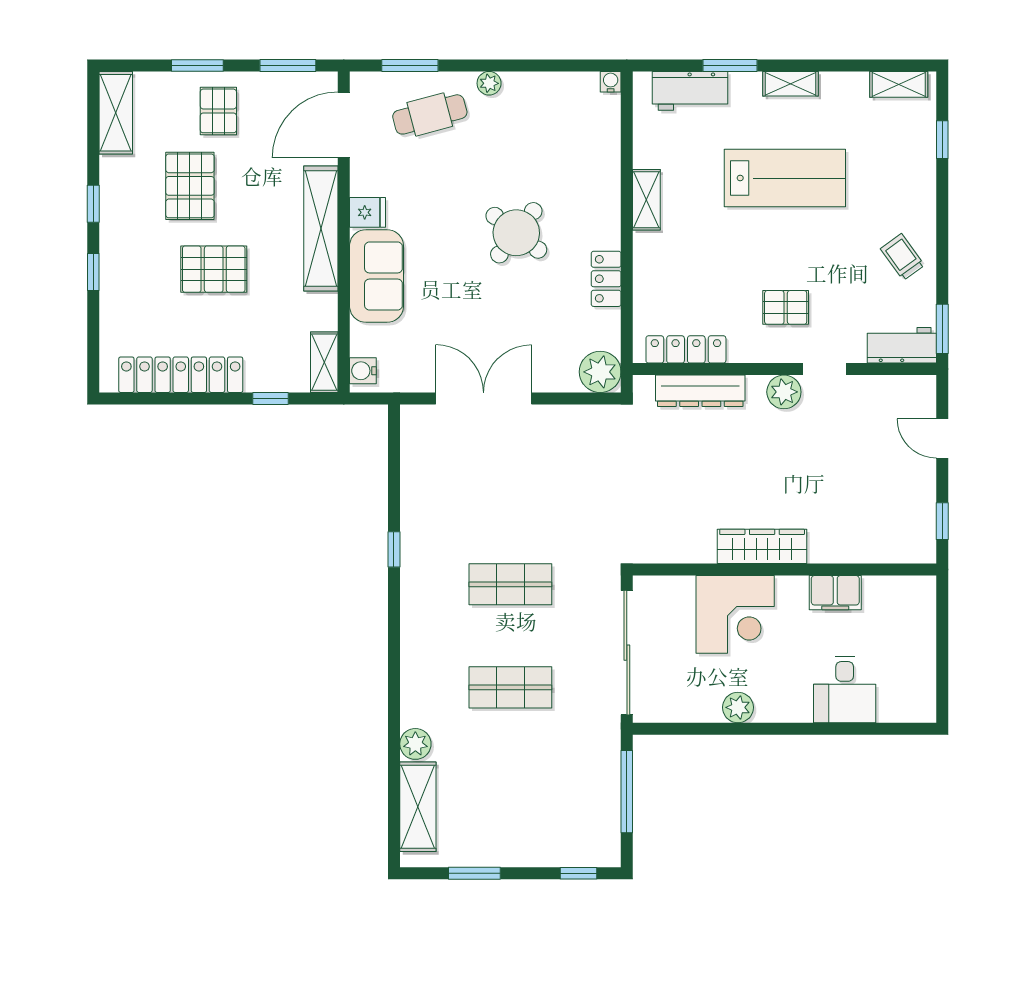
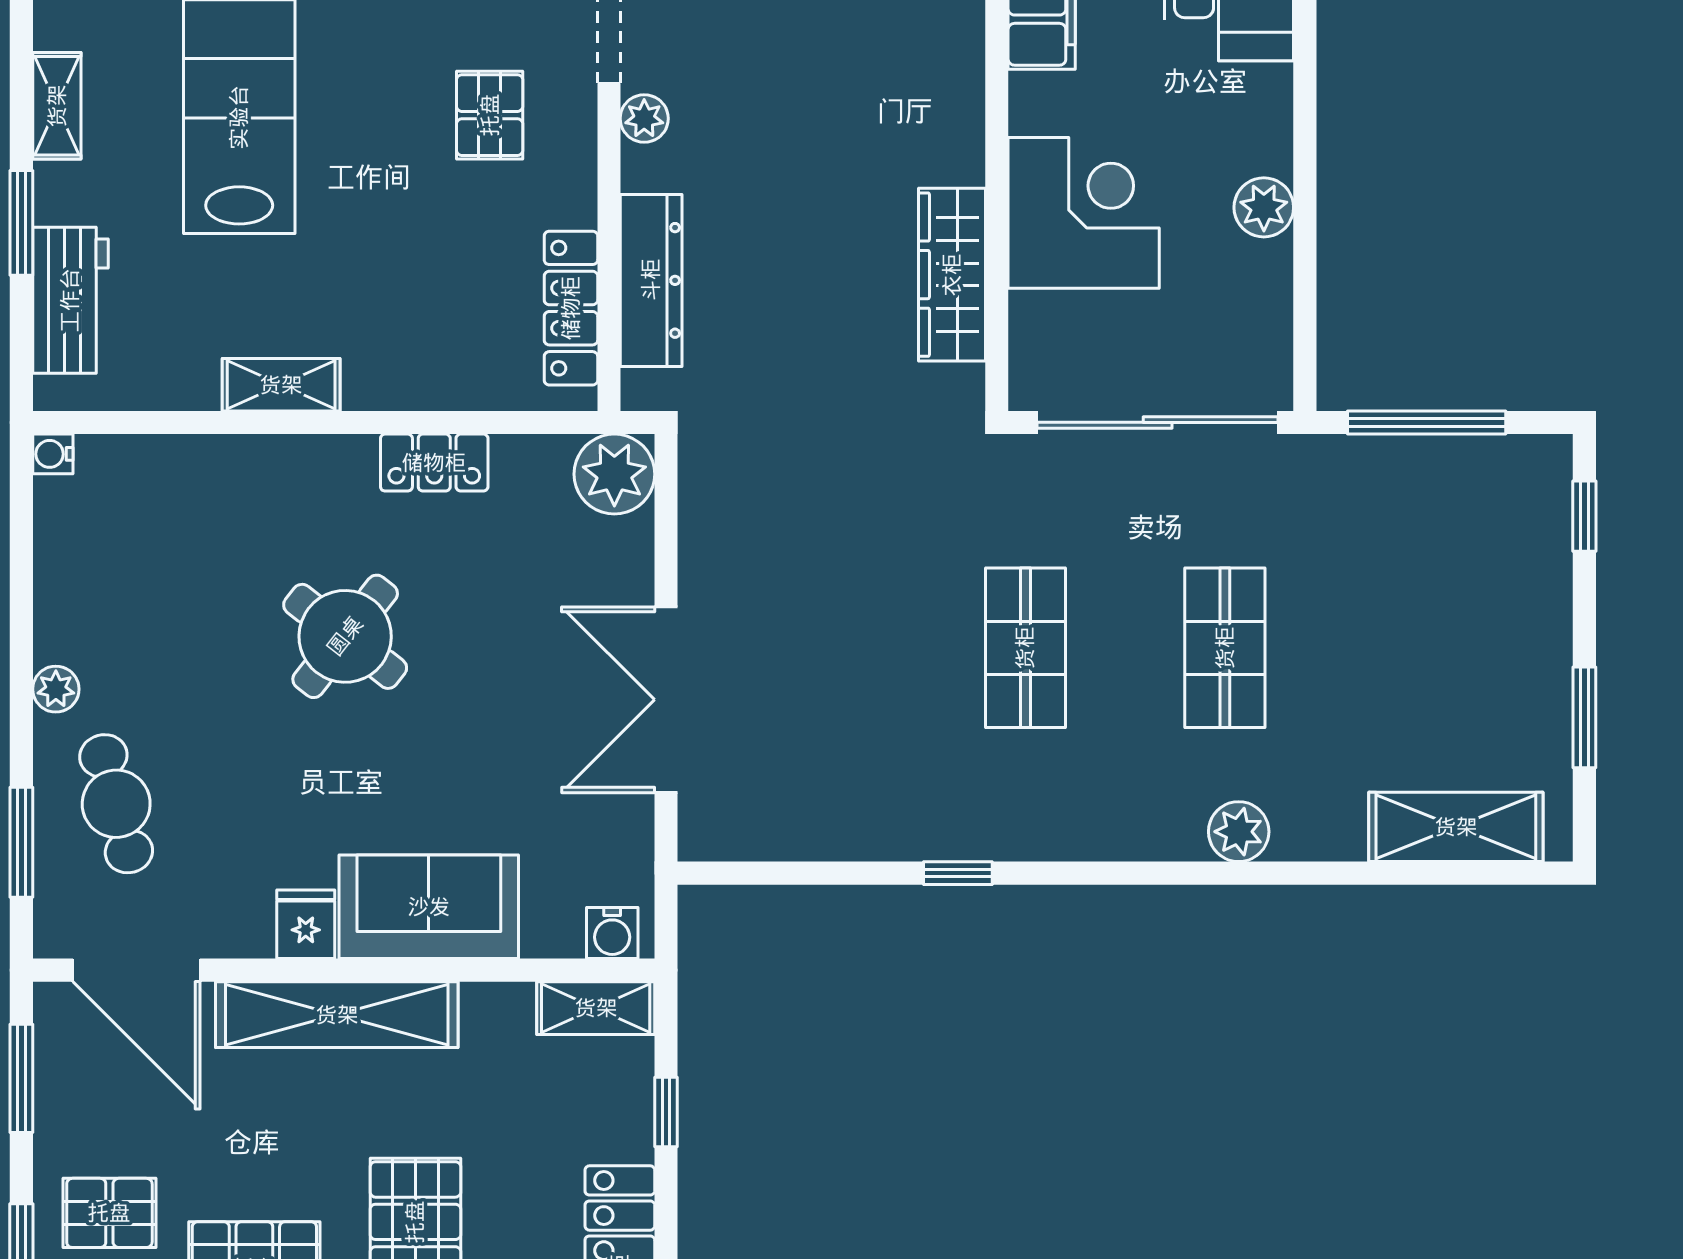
plant: (784, 392) -> (644, 118), width x0.73, depth x0.73
wardrobe: (762, 546) -> (952, 275), moved
plant: (415, 744) -> (1239, 832), moved

